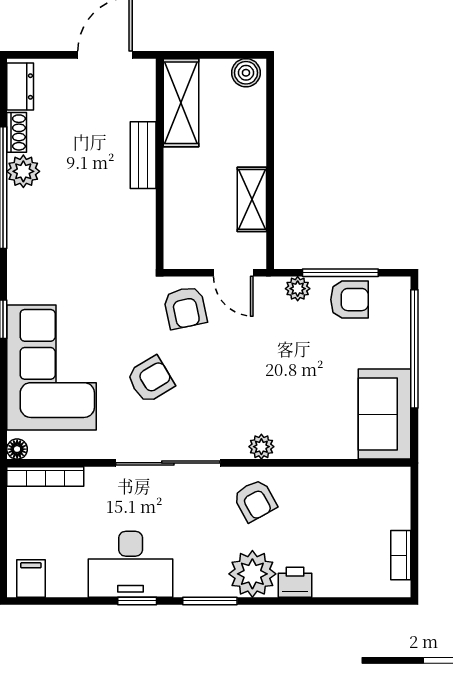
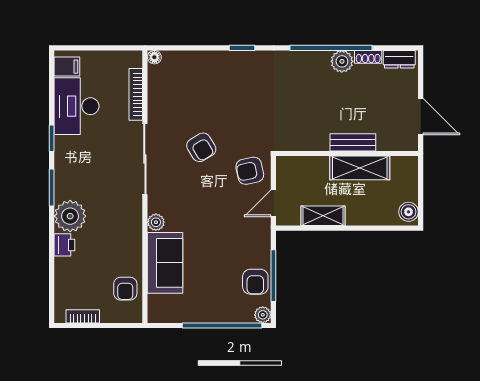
shelving: (181, 103) -> (360, 168), moved
plant: (298, 289) -> (263, 315), moved
corner sofa: (51, 368) -> (209, 80), removed
sofa: (385, 414) -> (165, 263), moved, turned 90
bookcase: (45, 476) -> (136, 94), moved
armchair: (255, 500) -> (125, 289), moved, turned -61
desk: (131, 564) -> (77, 106), moved

